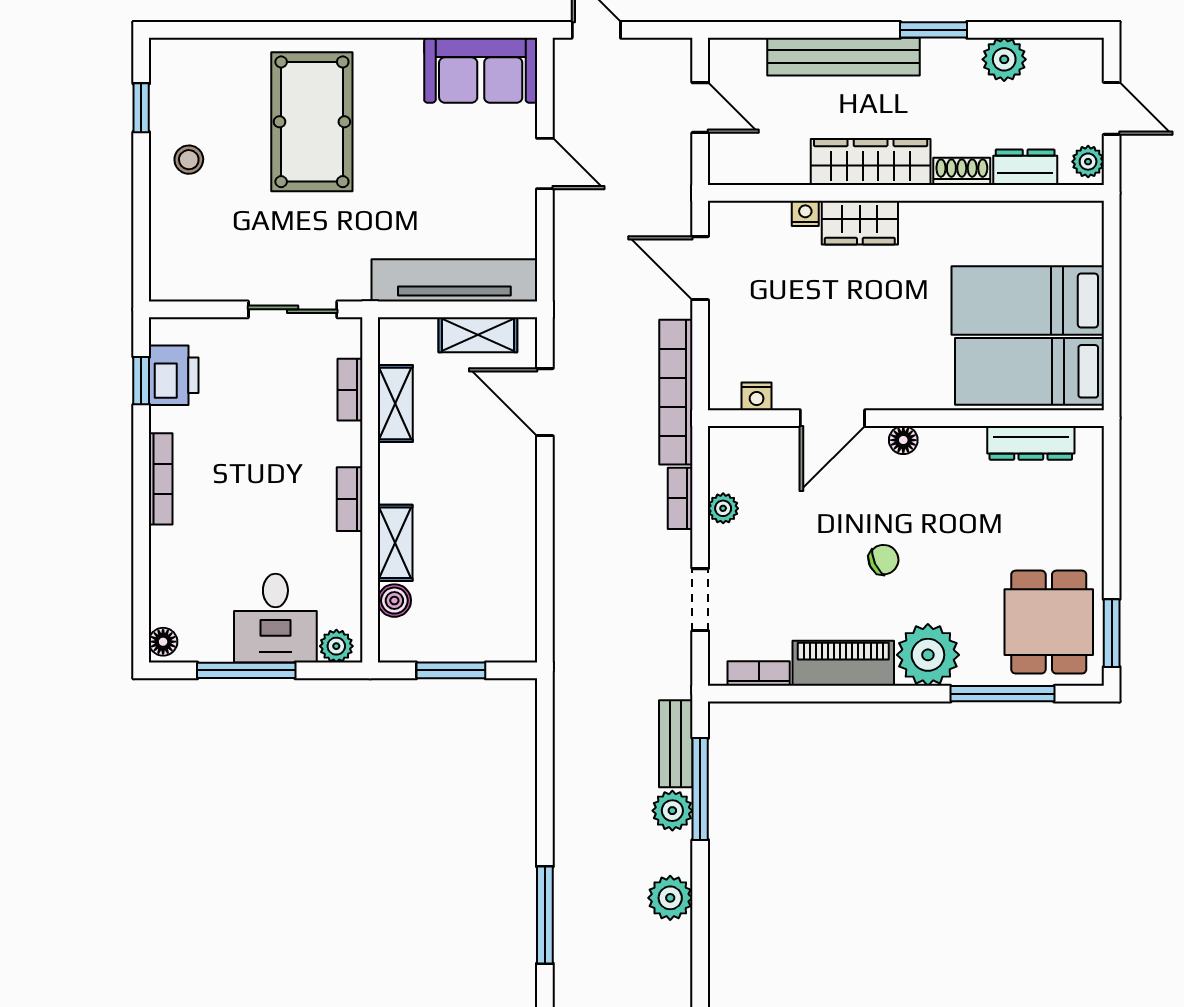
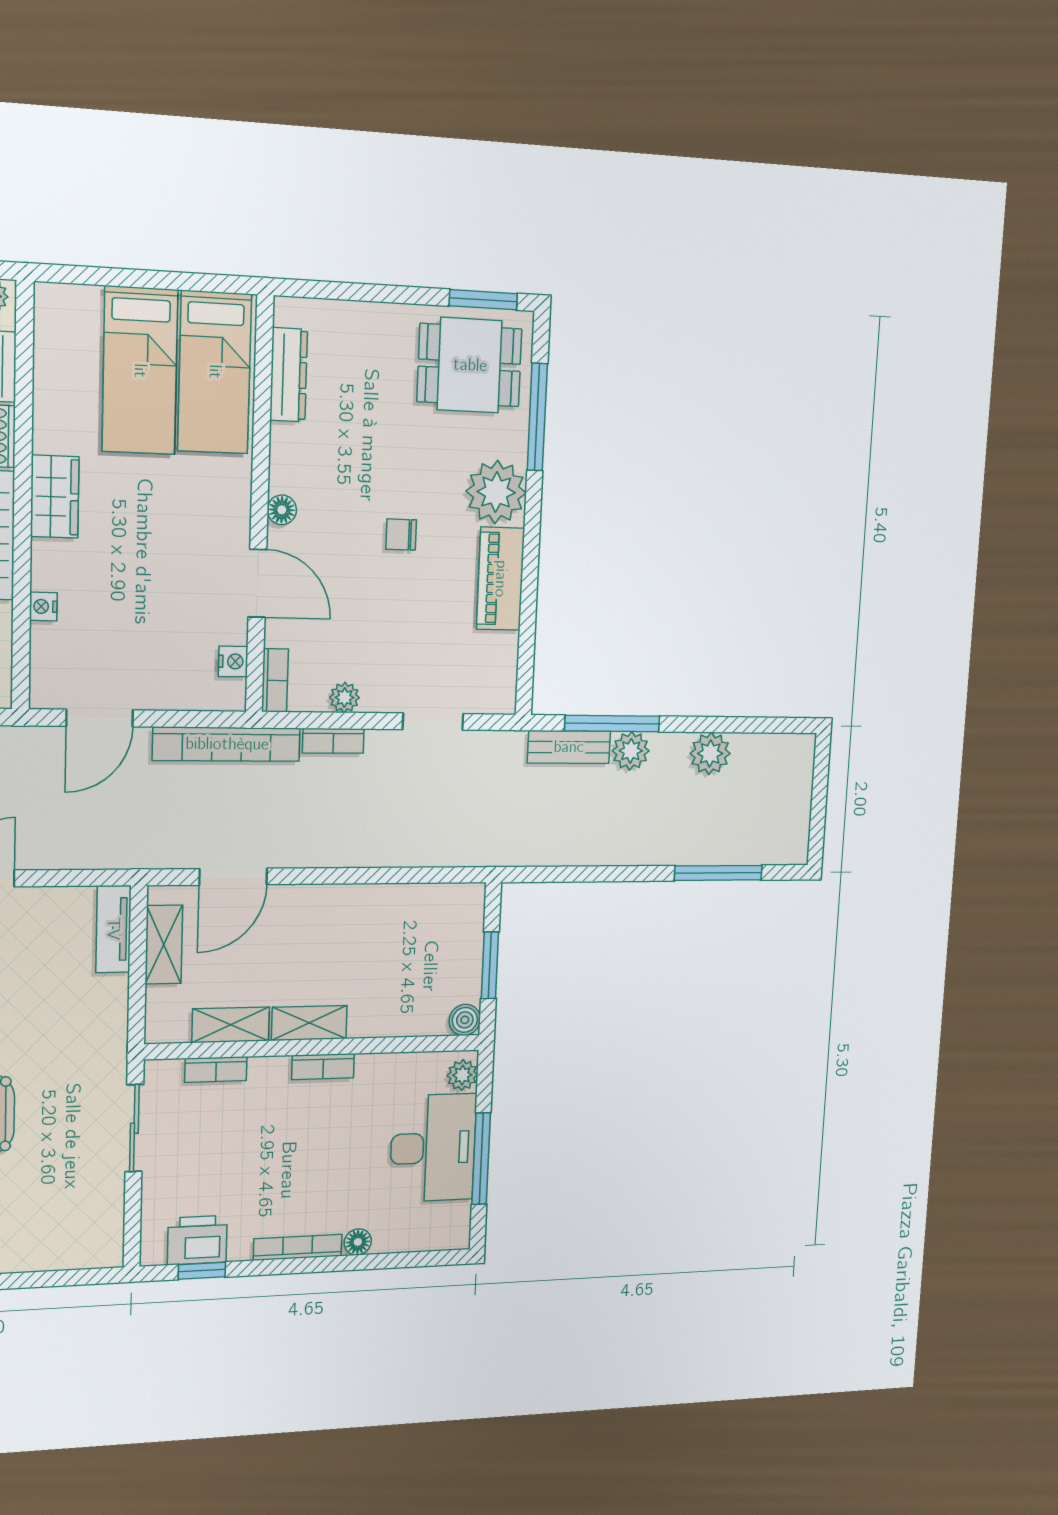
wardrobe: (860, 223) -> (55, 497), moved
tv unit: (454, 280) -> (113, 929), width x0.52, depth x0.78
shelving: (395, 543) -> (309, 1023), moved
chair: (883, 560) -> (401, 535), turned -65
boiler: (394, 601) -> (465, 1020), moved
desk: (275, 618) -> (433, 1148), width x1.37
floor lamp: (163, 642) -> (358, 1242), moved
bookcase: (759, 674) -> (275, 680), moved, turned 180

